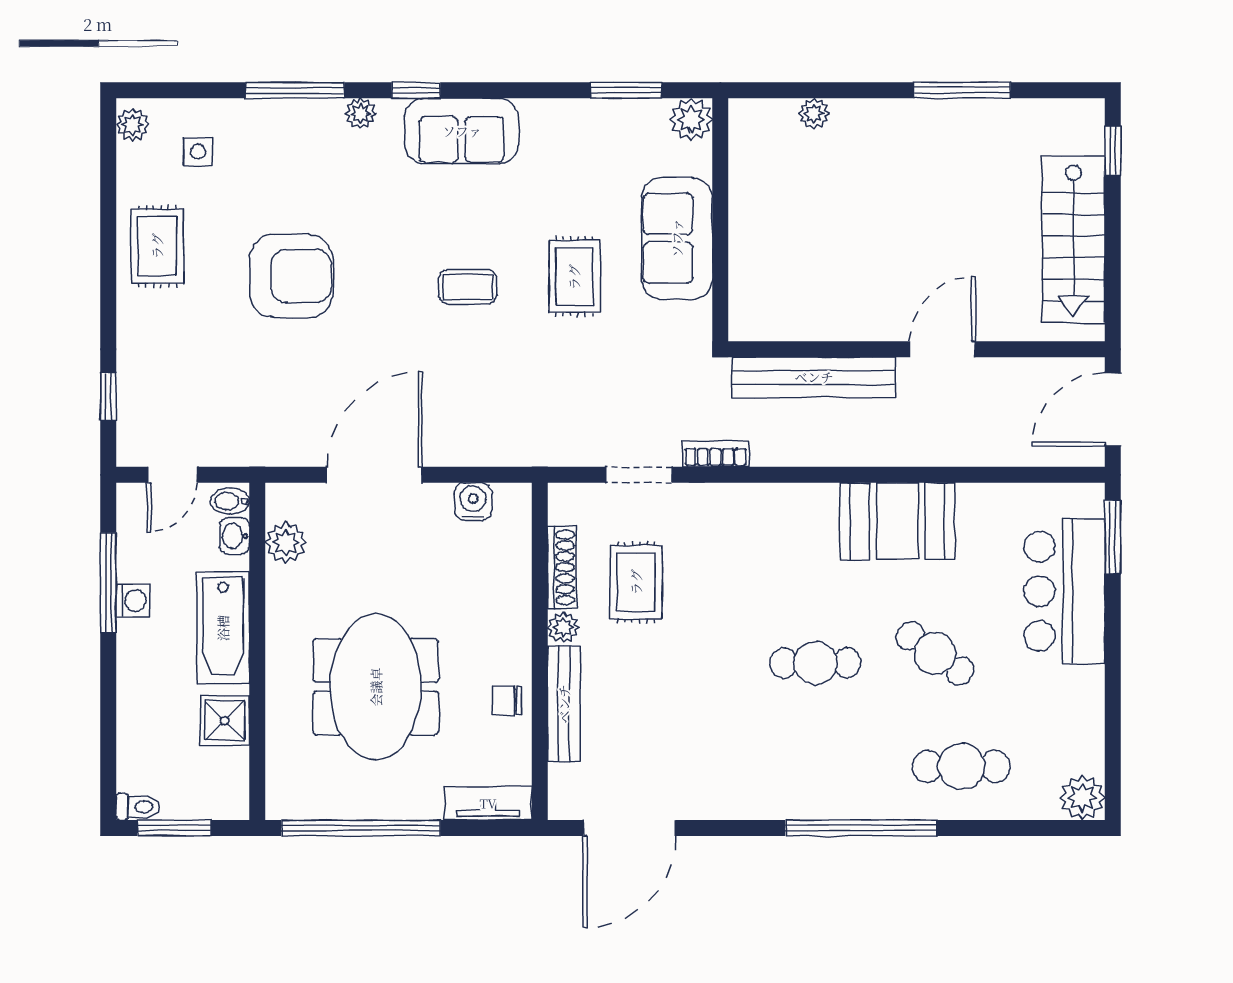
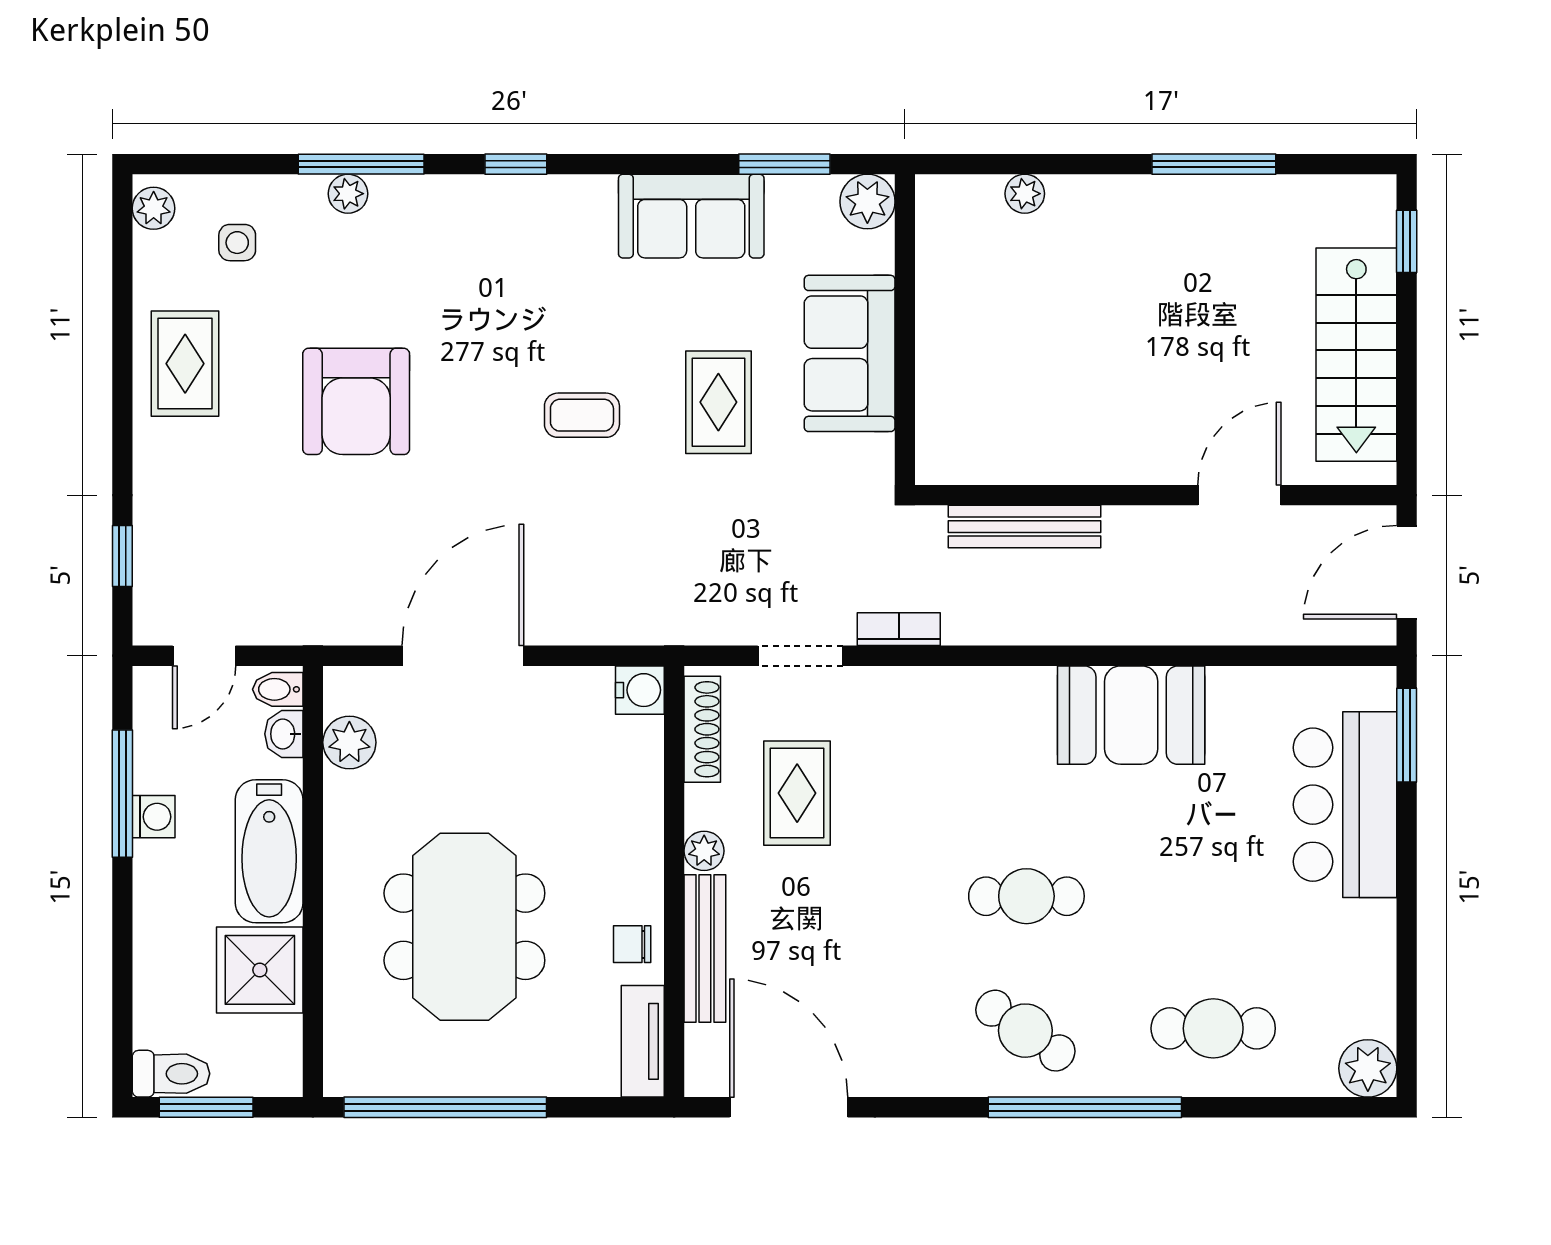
plant: (360, 113) -> (348, 194), moved
sofa: (462, 131) -> (691, 216), moved
armchair: (291, 276) -> (356, 401), turned 90
door: (943, 349) -> (1239, 495), moved
bench: (814, 377) -> (1024, 527), width x0.73, depth x0.82
water cooler: (473, 502) -> (640, 690), moved, turned 90
shoe rack: (562, 567) -> (702, 729), moved
cafe table: (935, 653) -> (1025, 1031), moved
shower: (225, 721) -> (260, 970), width x1.36, depth x1.36
tv unit: (488, 803) -> (643, 1041), moved, turned -90
toilet: (138, 807) -> (171, 1074), width x1.37, depth x1.39
door: (629, 828) -> (789, 1107), swing flipped

